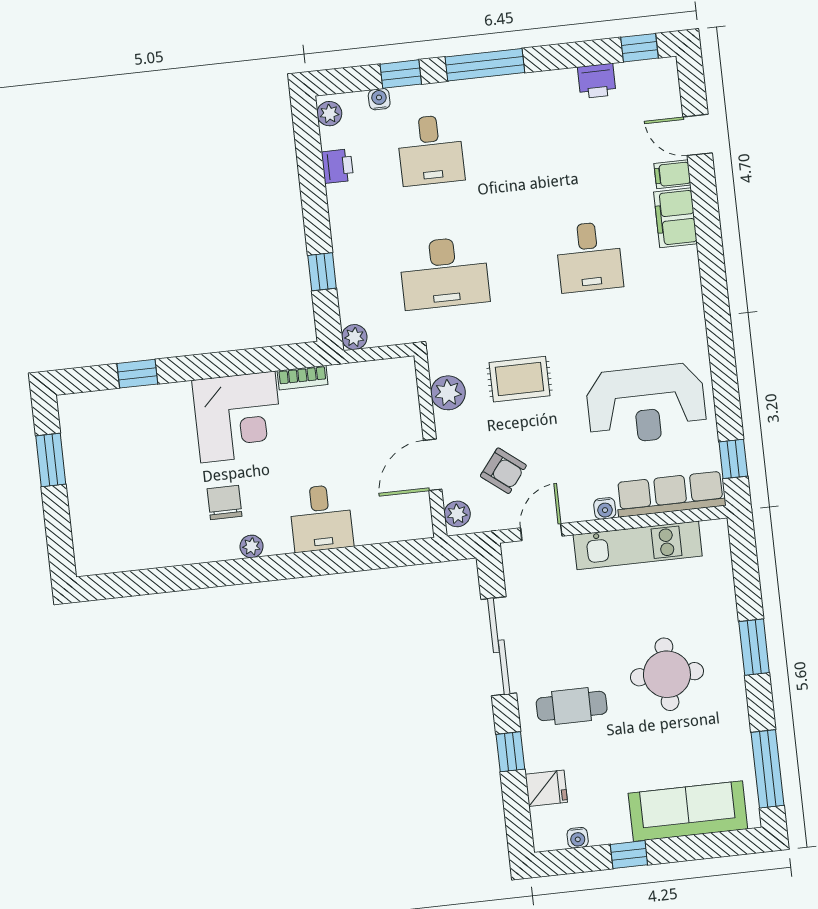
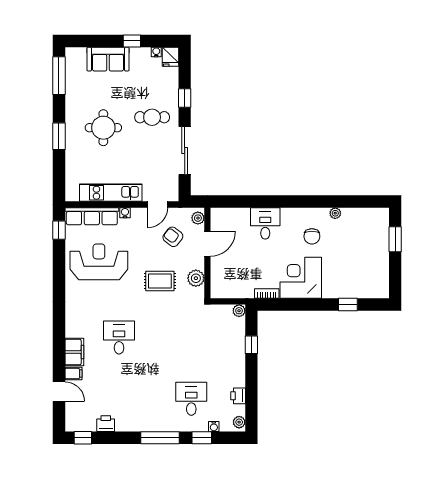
desk: (444, 273) -> (191, 337), removed
window: (51, 460) -> (395, 239), moved
plant: (251, 546) -> (335, 213), moved
fridge: (546, 788) -> (171, 57), moved, turned -90
sofa: (688, 811) -> (108, 59), width x0.73

